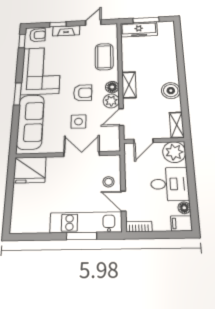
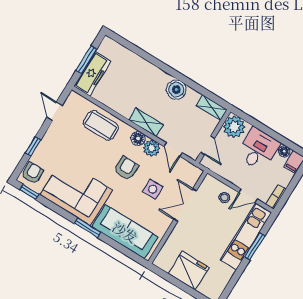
fireplace: (66, 31) -> (46, 143), removed
fridge: (30, 170) -> (189, 271), moved, turned -90

